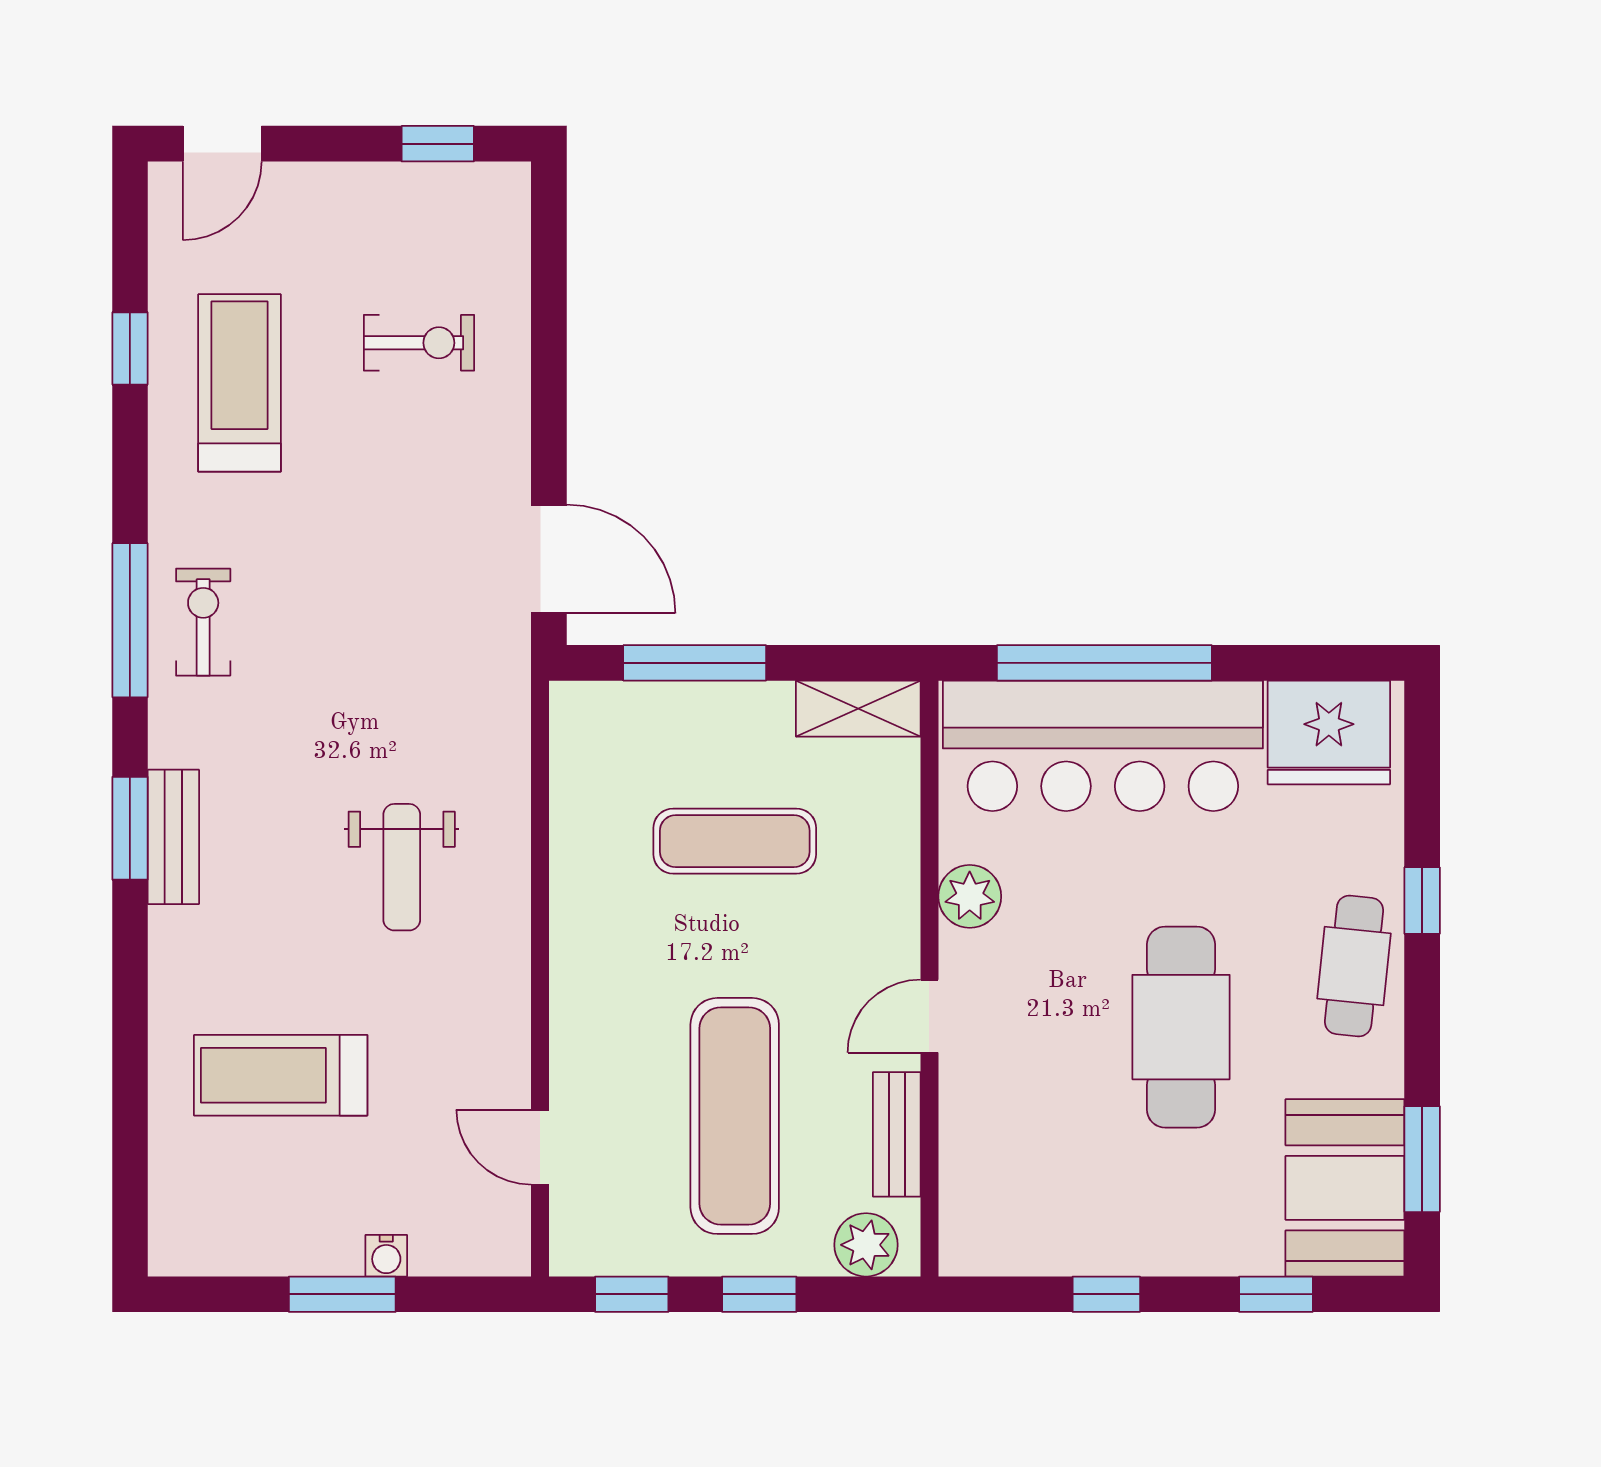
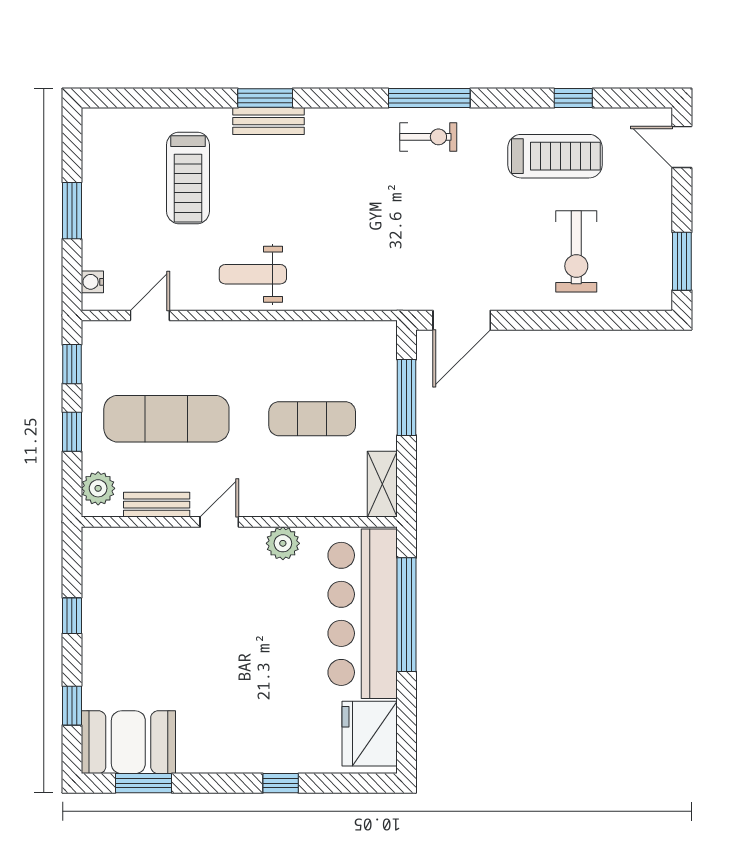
window: (438, 144) -> (682, 261), width x1.50
exercise bike: (419, 343) -> (576, 251), width x1.38, depth x1.39
window: (130, 828) -> (265, 98), moved
bench: (173, 837) -> (268, 121), moved
exercise mat: (735, 841) -> (312, 419), turned 90
weight bench: (402, 867) -> (253, 274), moved
cafe table: (1354, 966) -> (246, 747), removed
door: (929, 1016) -> (219, 522), hinge flipped
cafe table: (1181, 1027) -> (214, 655), removed
treadmill: (281, 1075) -> (188, 178), turned 180
water cooler: (386, 1256) -> (92, 282), moved

